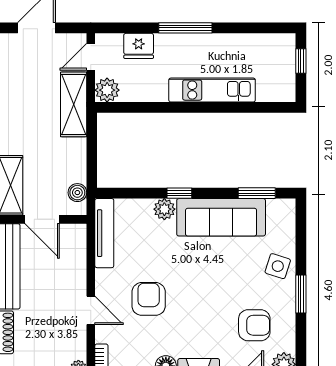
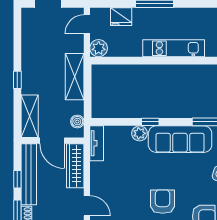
shelving: (74, 104) -> (75, 77), moved
tv unit: (104, 233) -> (97, 143), width x0.71
wardrobe: (75, 255) -> (75, 166), added
armchair: (149, 299) -> (163, 202), moved

